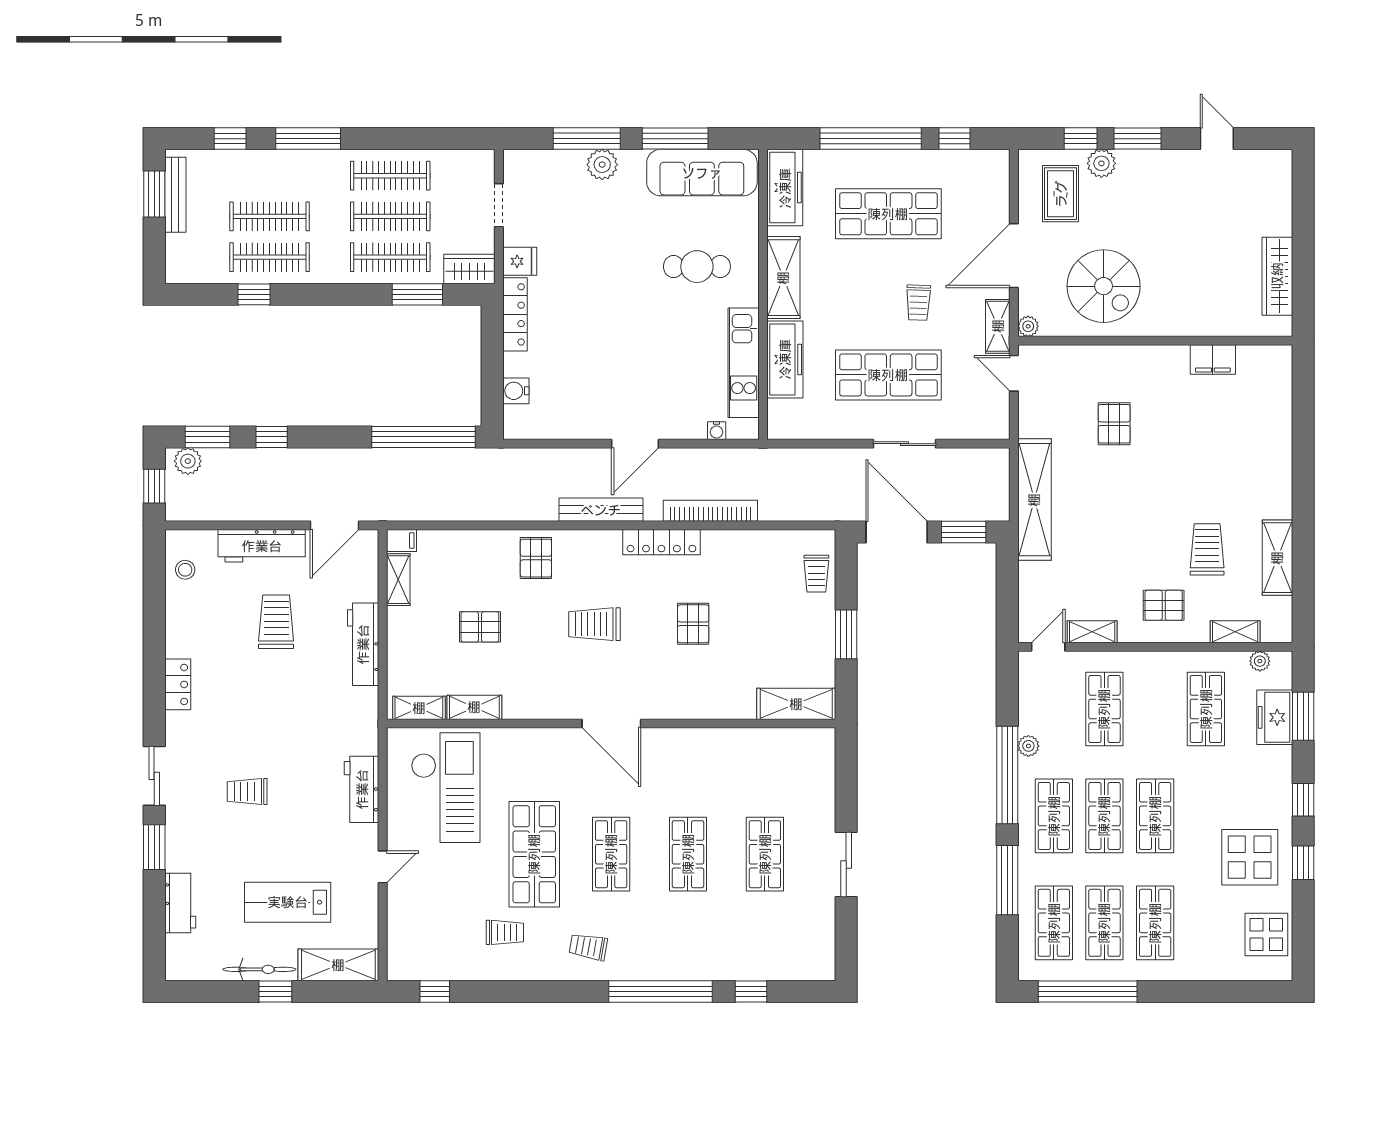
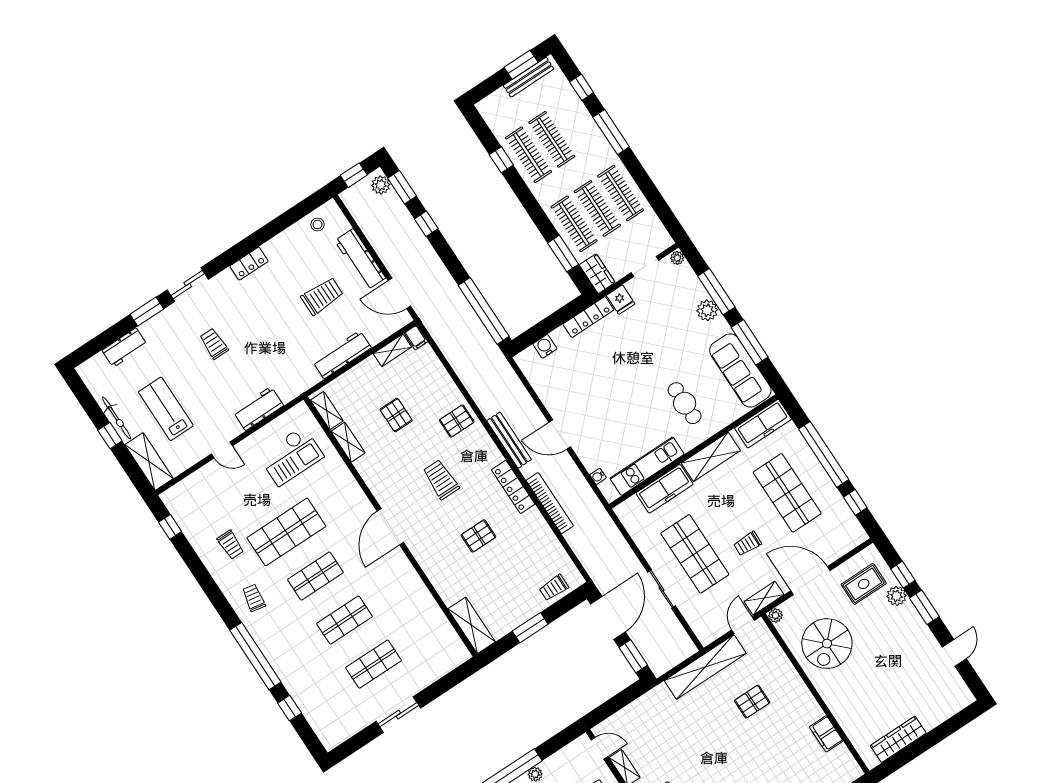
plant: (514, 159) -> (677, 258), added
shelving: (1034, 500) -> (705, 667), moved
checkout: (446, 788) -> (291, 456), width x0.73, depth x0.83

